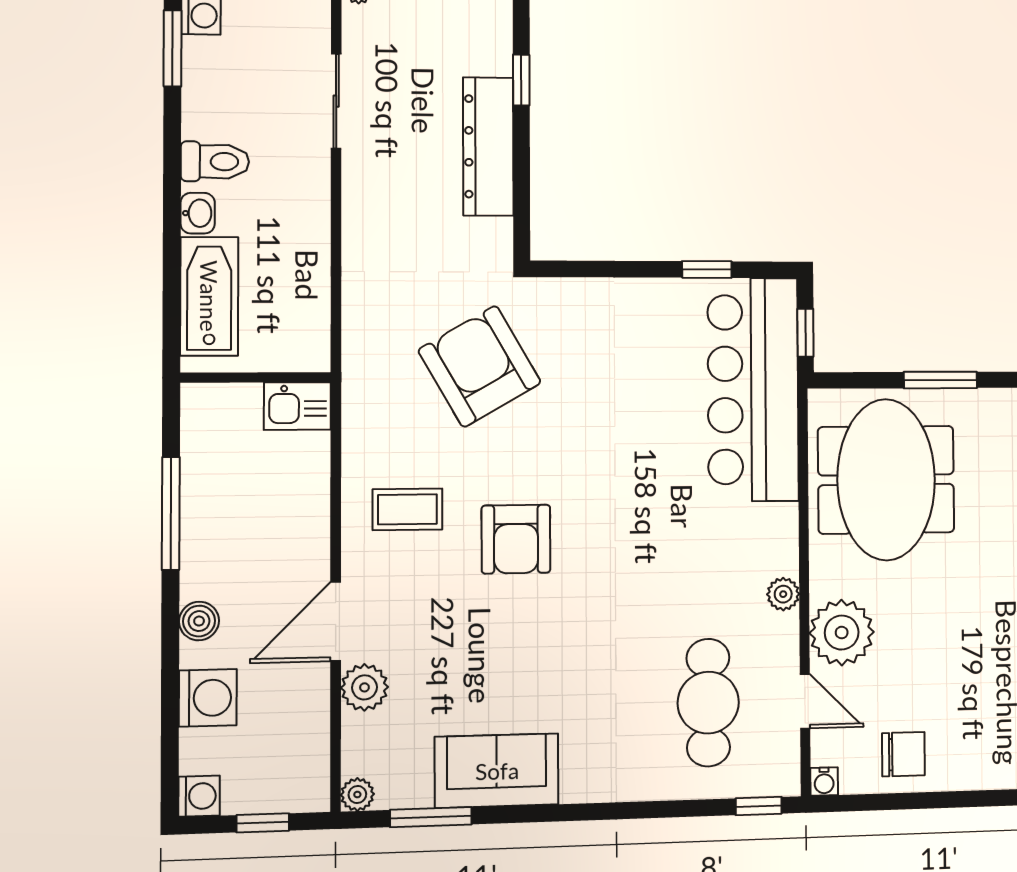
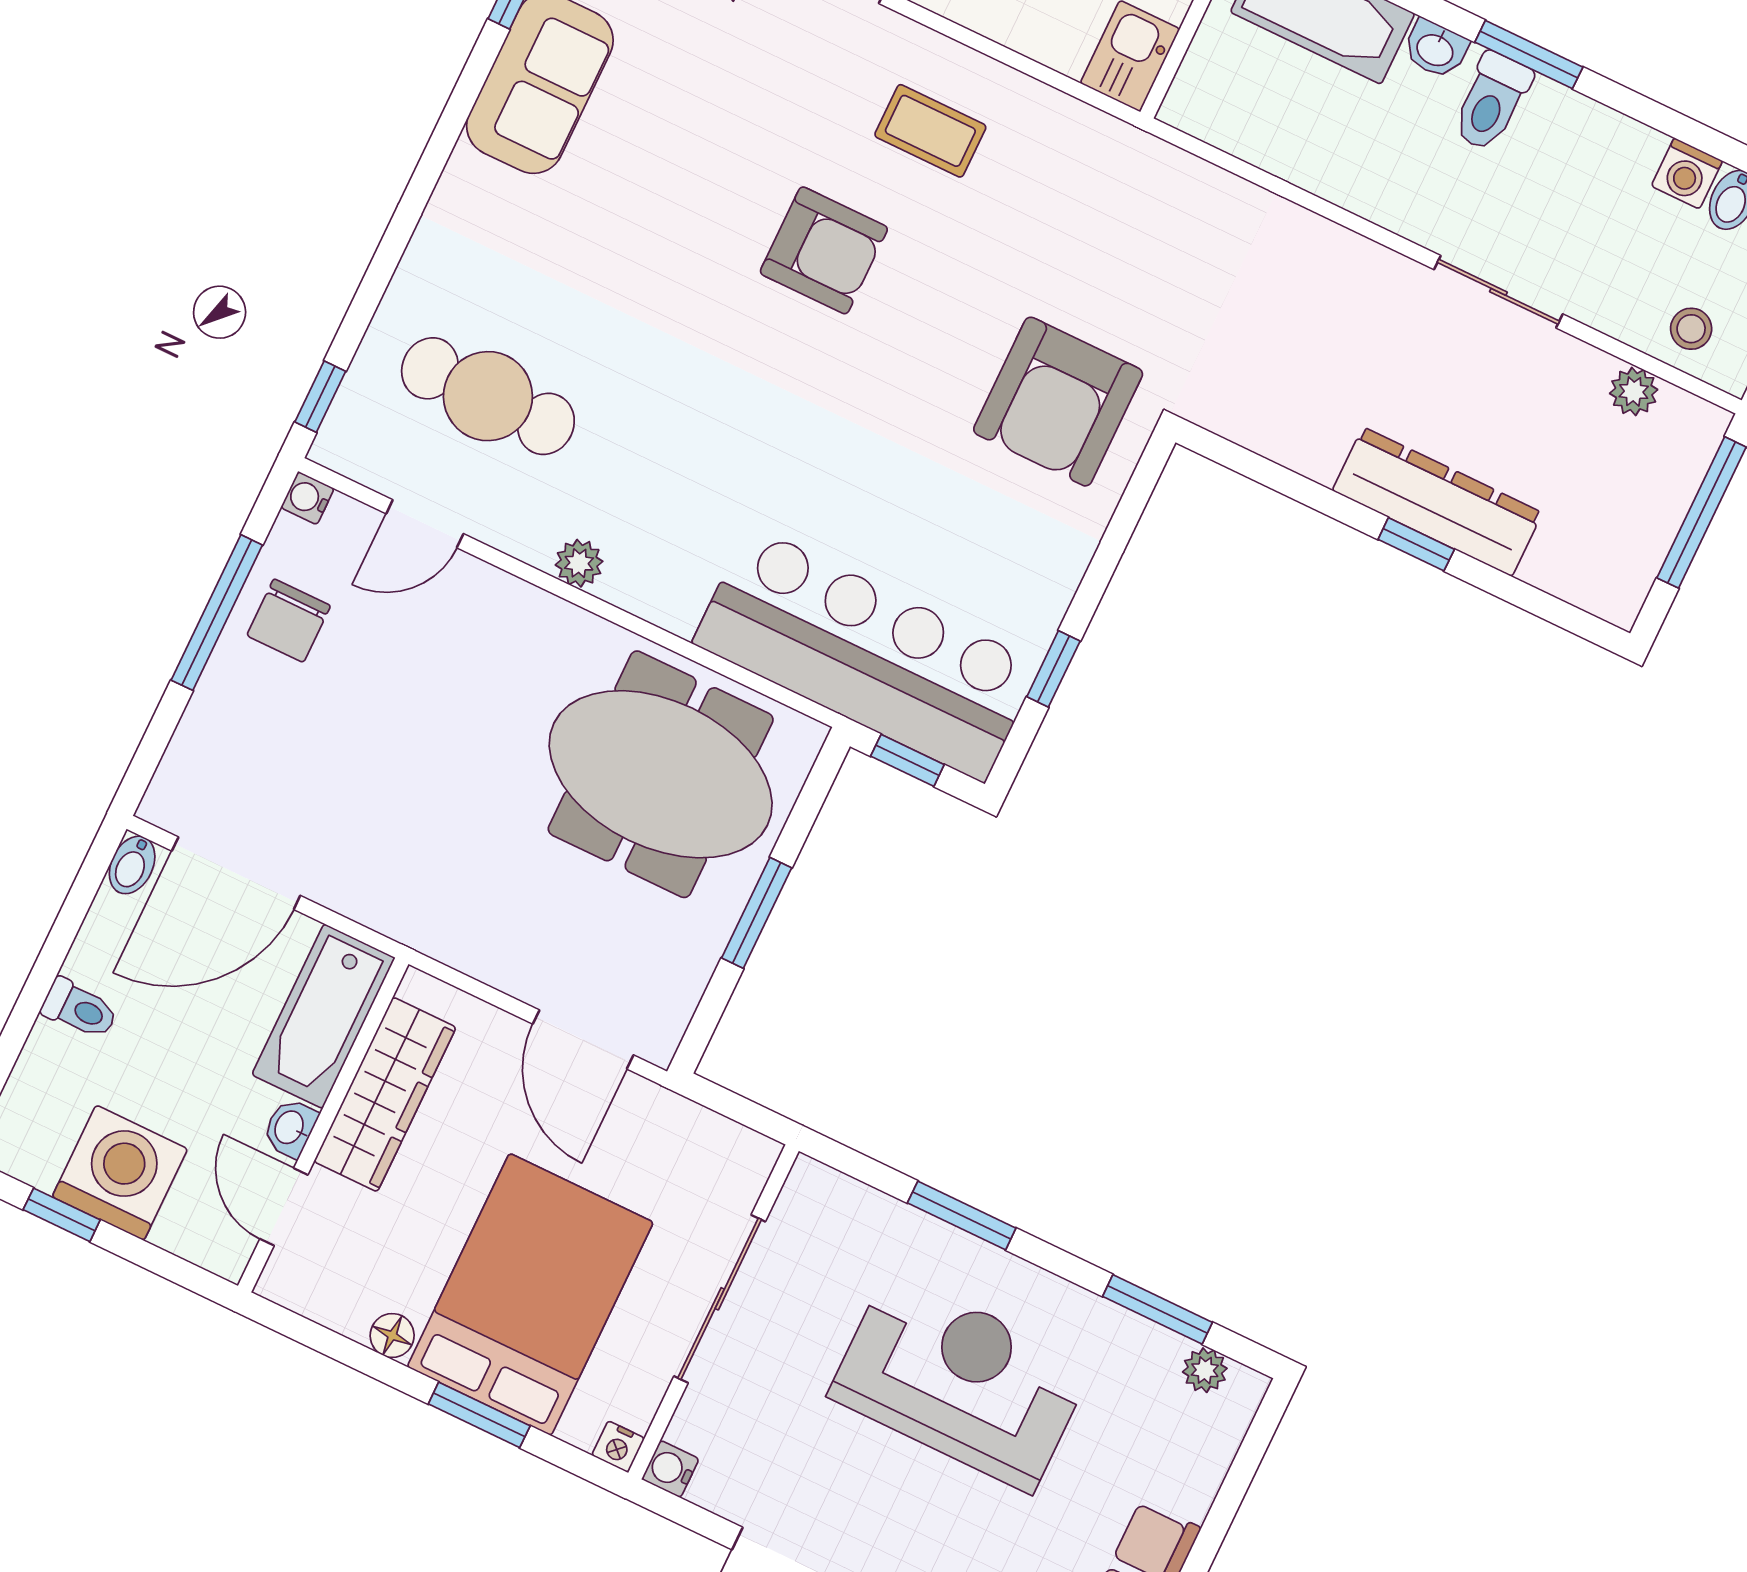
window: (173, 48) -> (1529, 55), moved
dresser: (488, 147) -> (1437, 502), moved
armchair: (480, 366) -> (1058, 402), moved, turned 120
coffee table: (407, 509) -> (930, 131), turned 90
armchair: (516, 539) -> (824, 250), turned 180
plant: (842, 633) -> (490, 616), removed
window: (920, 801) -> (217, 613), added

